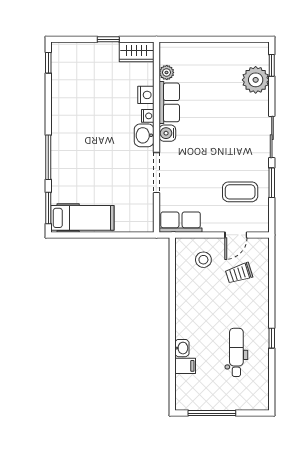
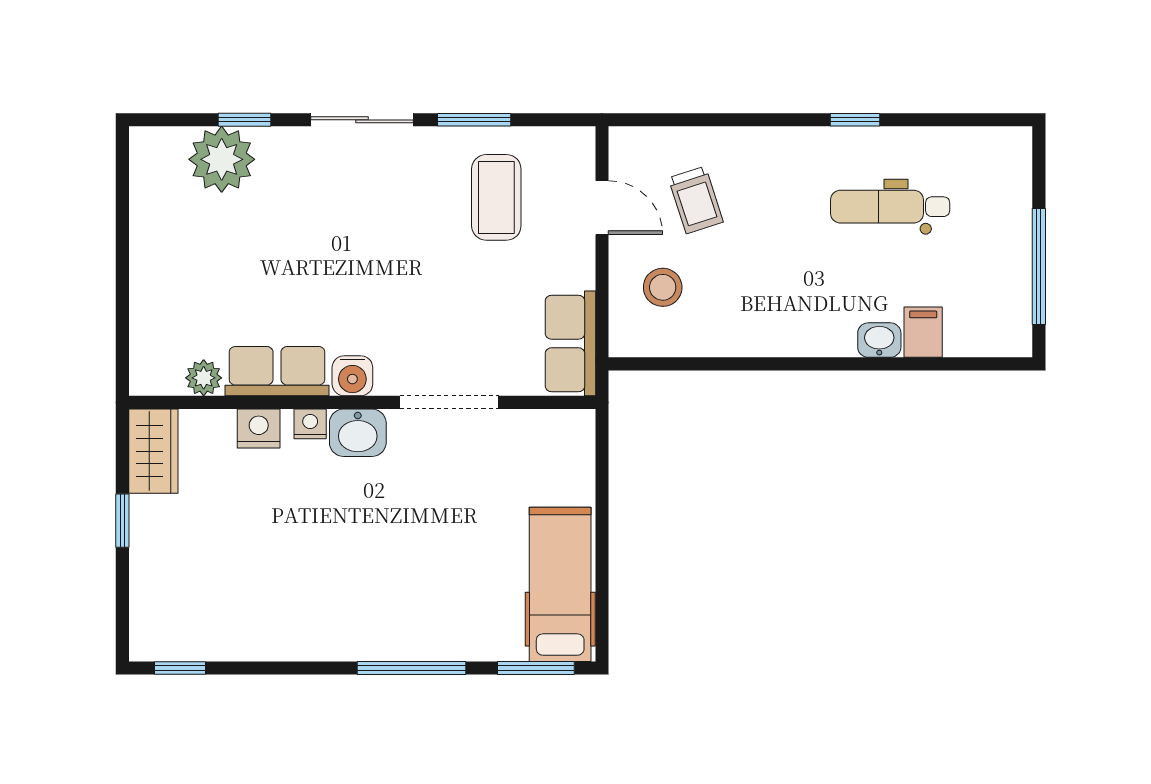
window: (272, 65) -> (244, 120), moved

